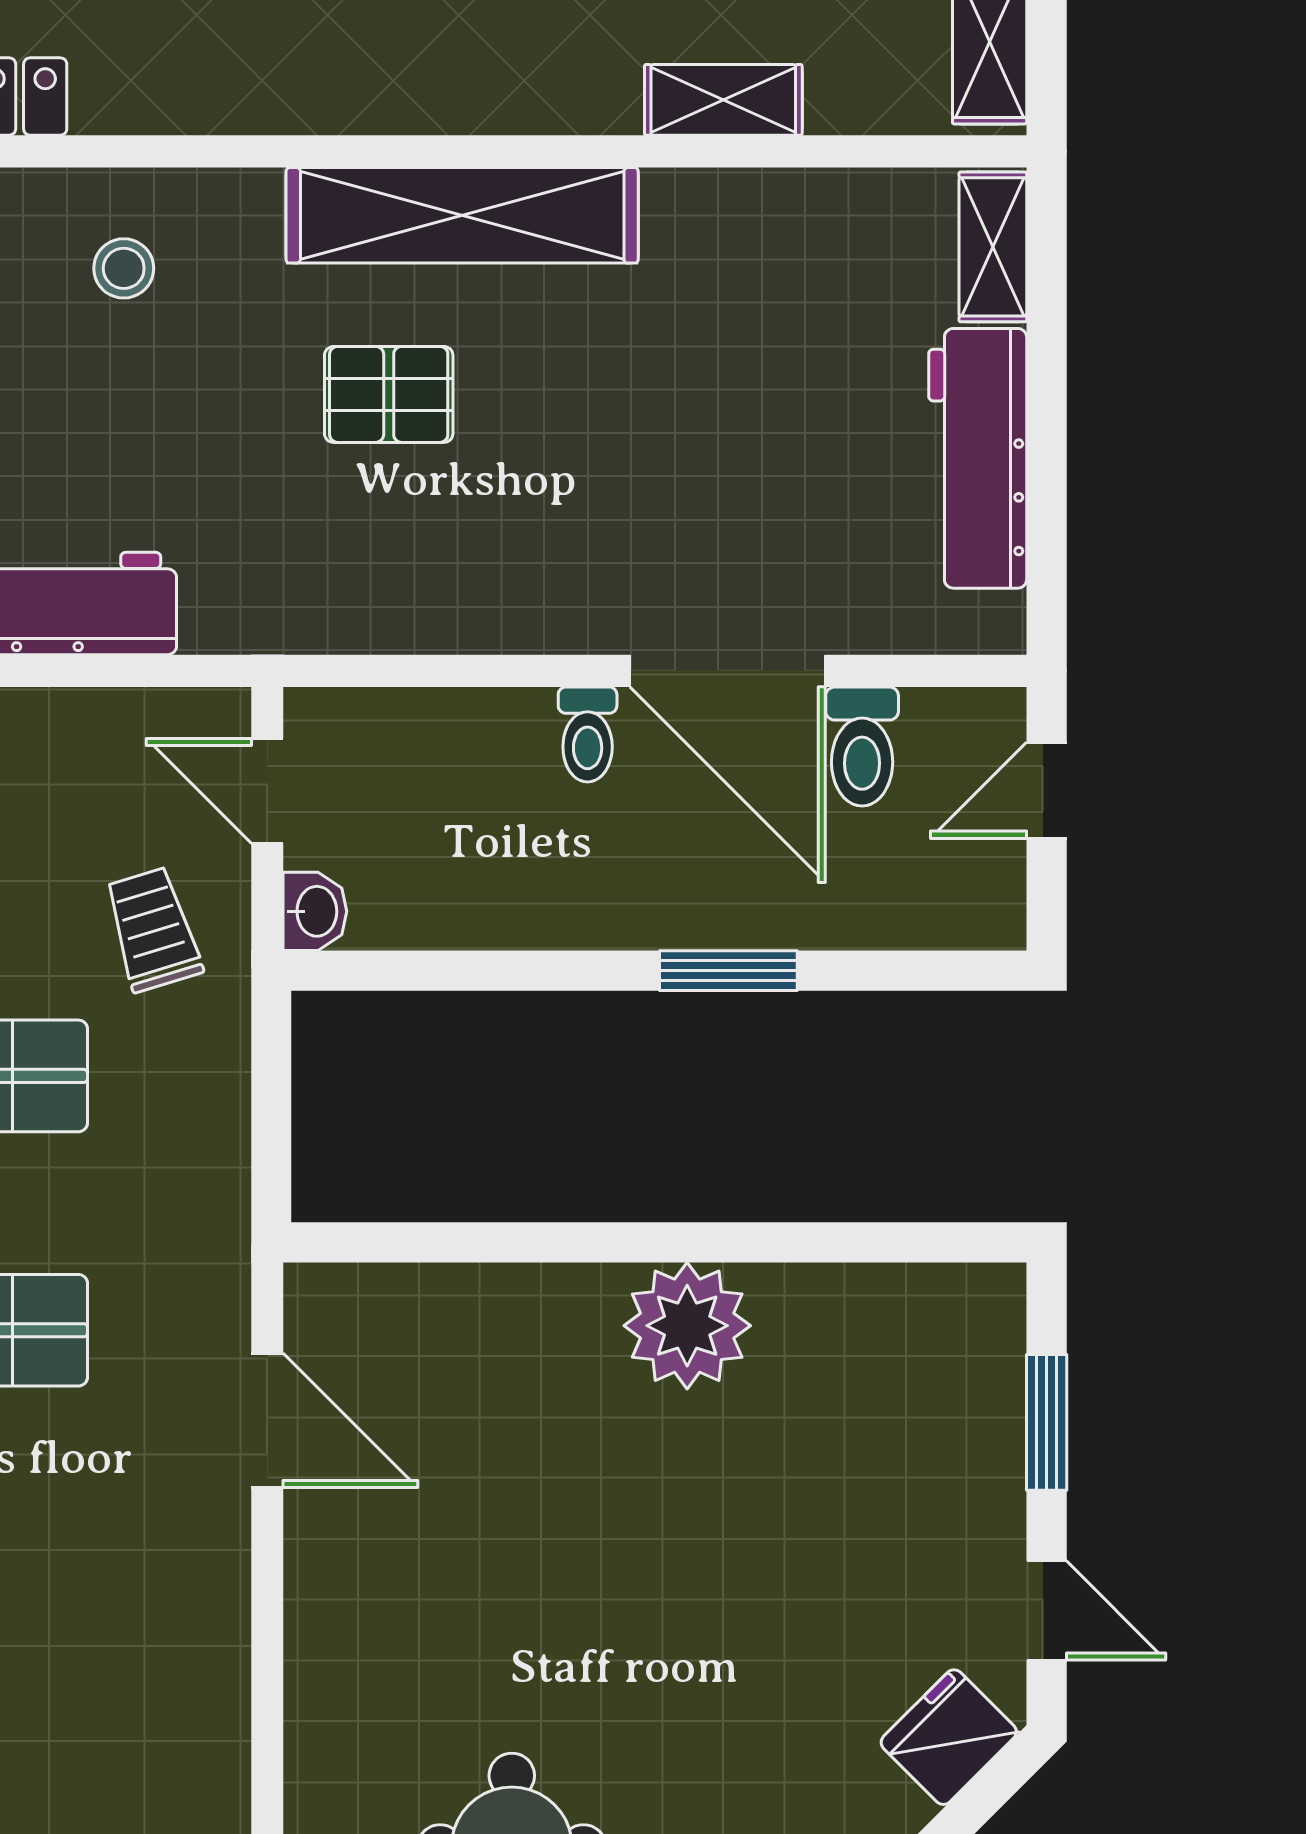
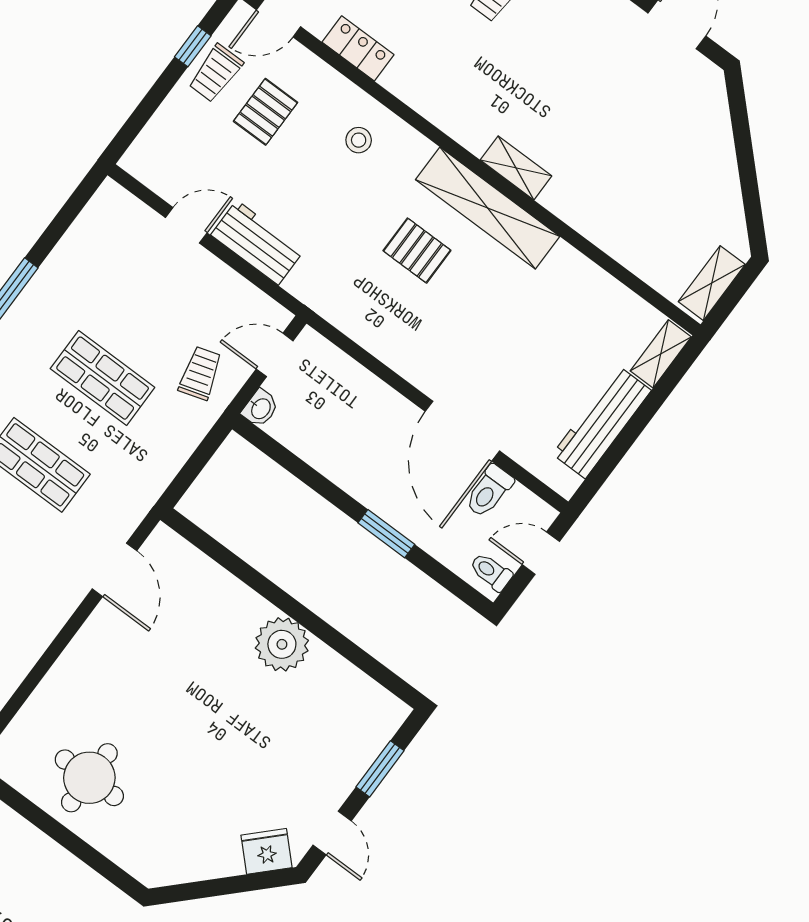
shelving: (723, 100) -> (516, 168), moved
toilet: (588, 734) -> (491, 572), moved, turned 90
door: (267, 791) -> (275, 355), hinge flipped

